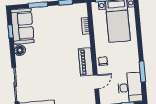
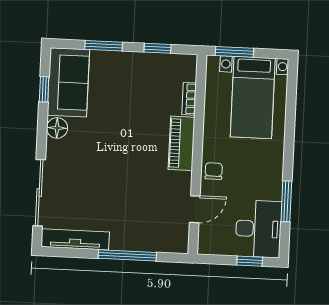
piano: (86, 62) -> (182, 143), moved

